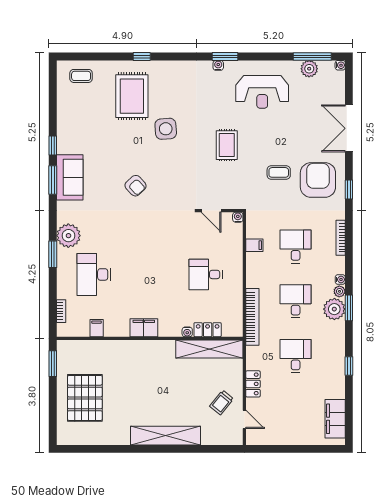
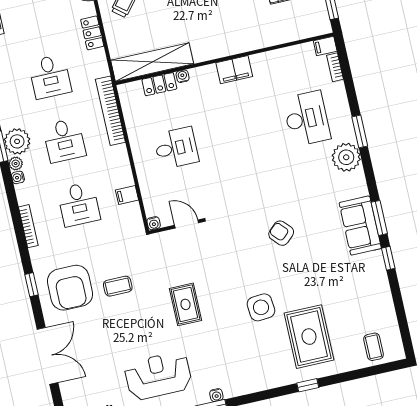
coffee table: (81, 76) -> (374, 347), turned 90
filing cabinet: (97, 328) -> (325, 46), moved, turned 90

